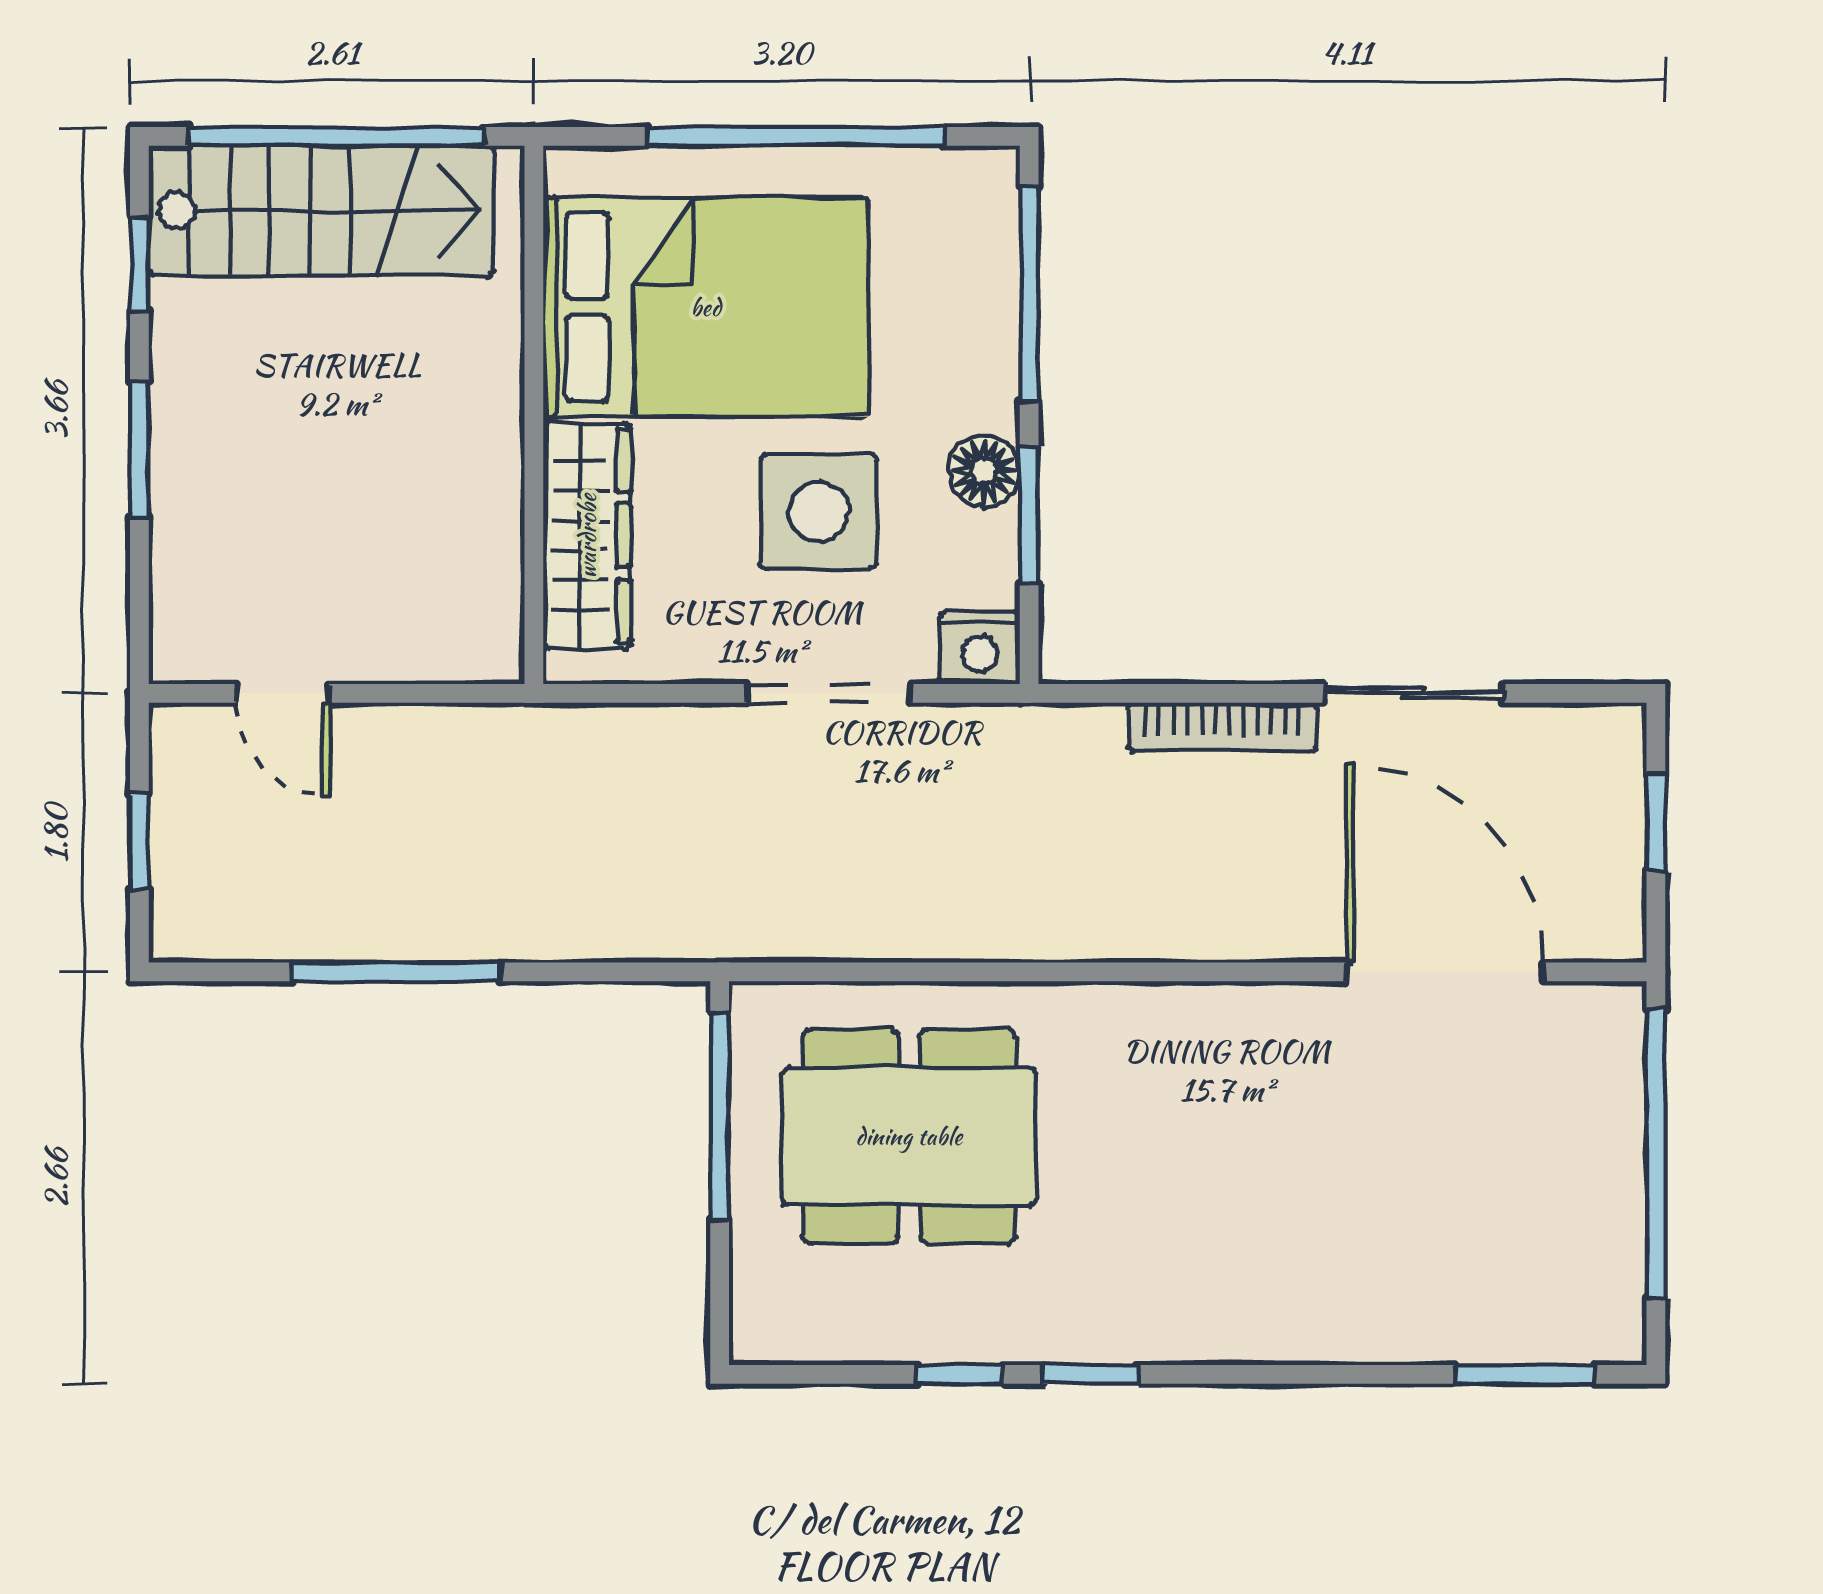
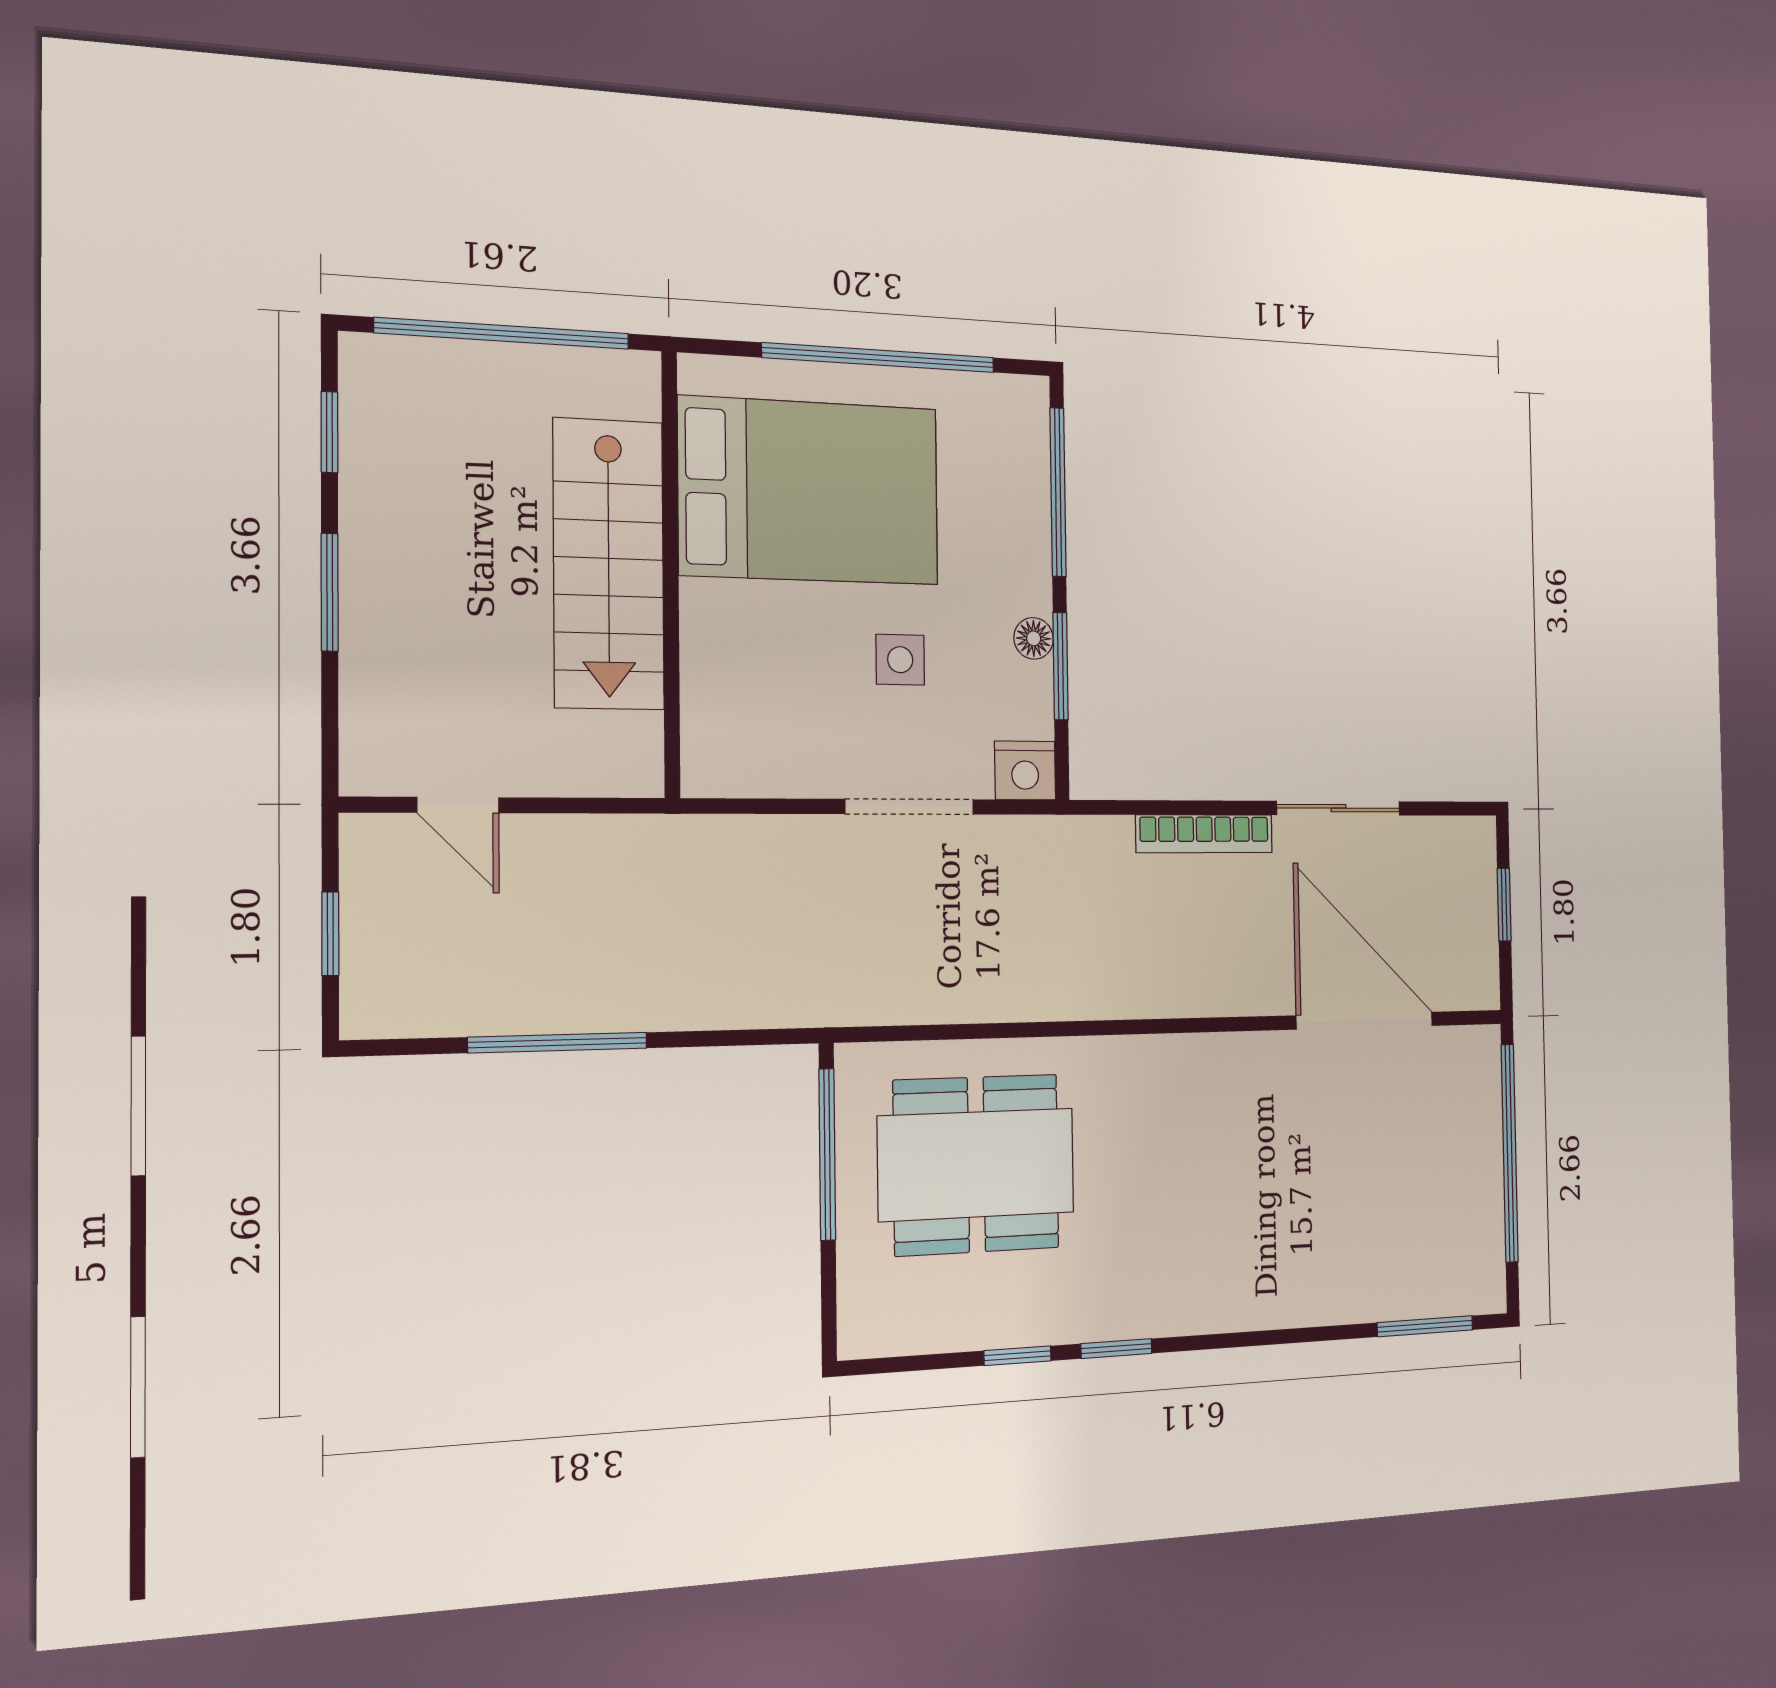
stairs: (321, 211) -> (609, 564), moved, turned 90
floor lamp: (984, 471) -> (1034, 638), width x0.73, depth x0.73
side table: (819, 512) -> (900, 660), width x0.54, depth x0.54
wardrobe: (587, 536) -> (715, 675), removed

